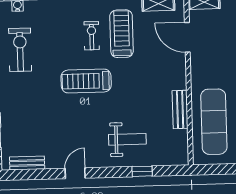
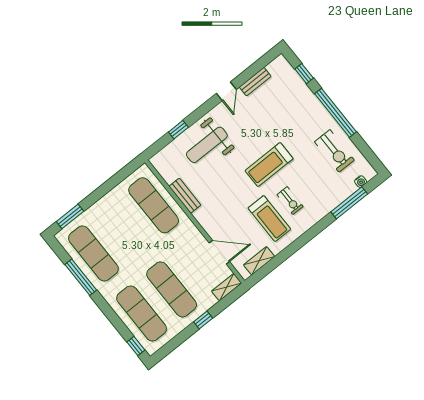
treadmill: (86, 81) -> (269, 165), turned 180
weight bench: (127, 139) -> (207, 145), width x1.36, depth x1.33
bench: (27, 163) -> (255, 82), moved

